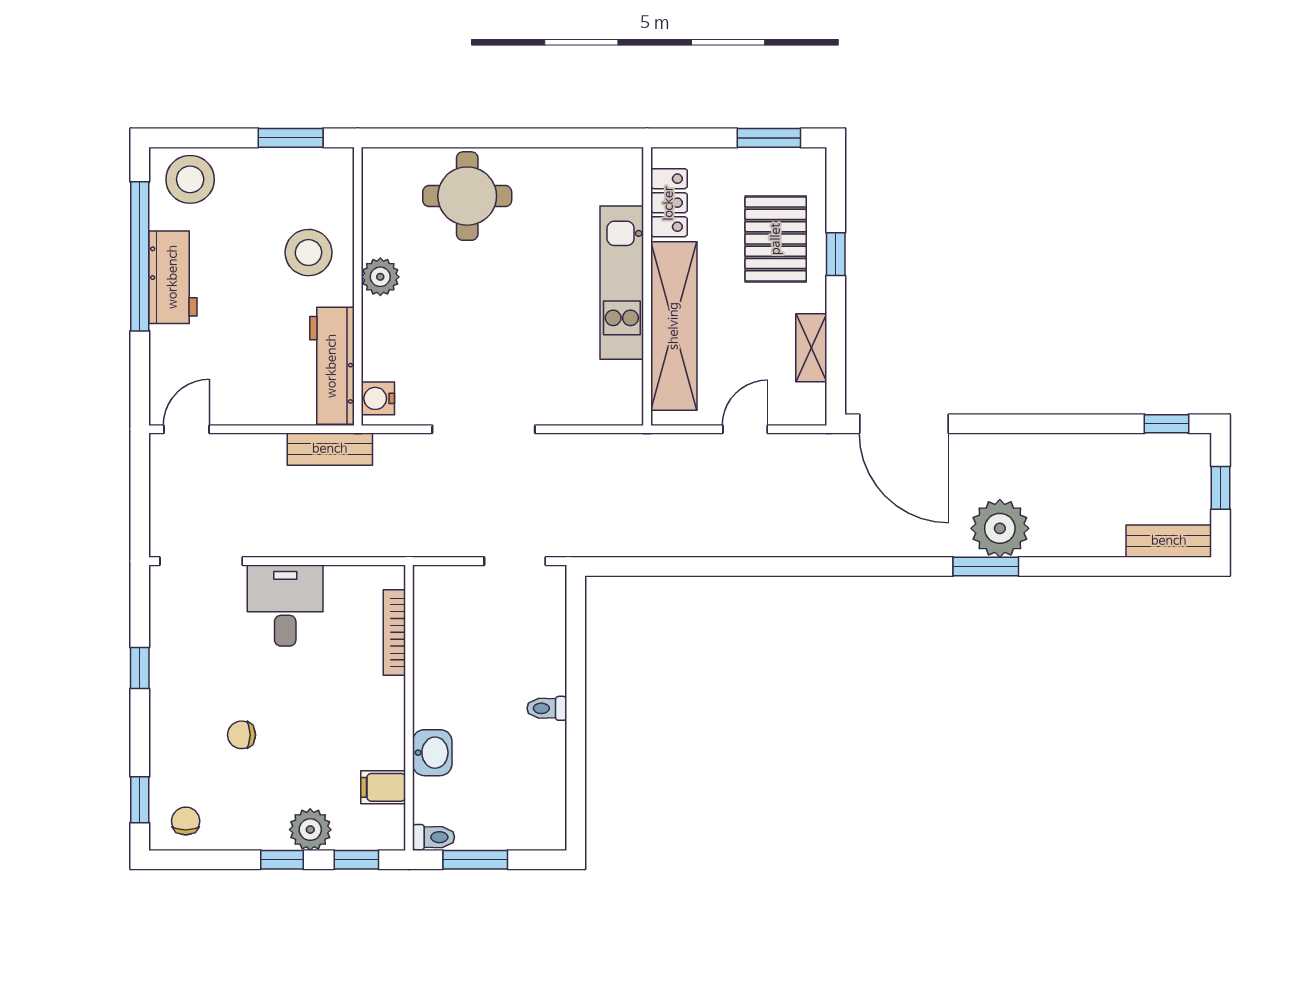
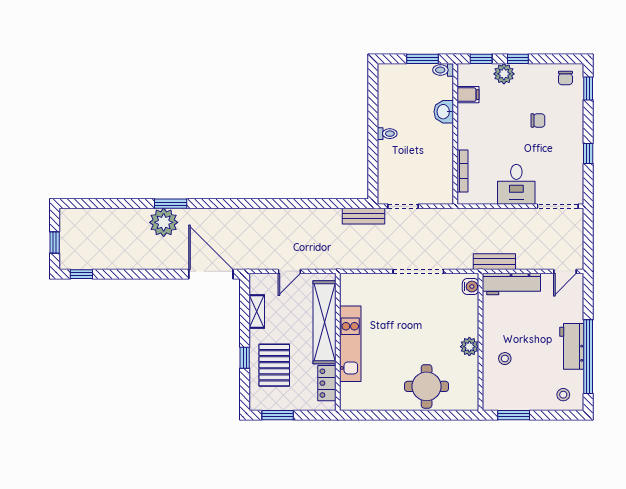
stool: (190, 179) -> (563, 395), width x0.53, depth x0.53
stool: (309, 253) -> (505, 359), width x0.53, depth x0.53
workbench: (332, 366) -> (511, 284), moved, turned 90
bench: (1169, 541) -> (364, 216), moved

